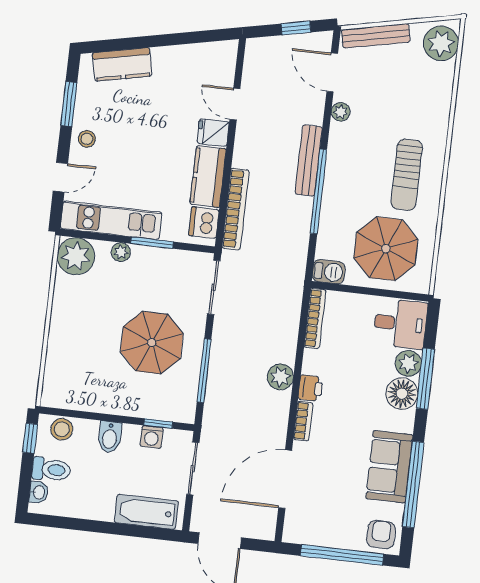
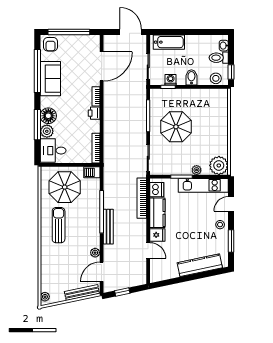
plant: (441, 43) -> (45, 297), width x0.53, depth x0.53
kitchen counter: (122, 64) -> (200, 265), width x1.50
door: (332, 73) -> (102, 272), swing flipped
plant: (280, 377) -> (110, 117), removed

